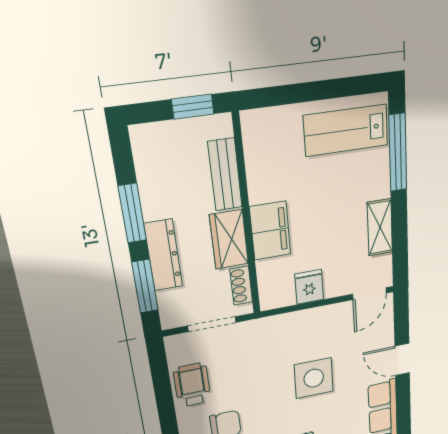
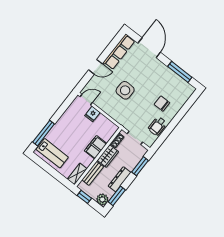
plant: (149, 141) -> (102, 199), added
window: (132, 213) -> (117, 196), moved
shelving: (380, 227) -> (77, 174), moved
dresser: (163, 255) -> (120, 179), moved
fridge: (309, 287) -> (92, 114), moved
door: (402, 360) -> (96, 67), hinge flipped

